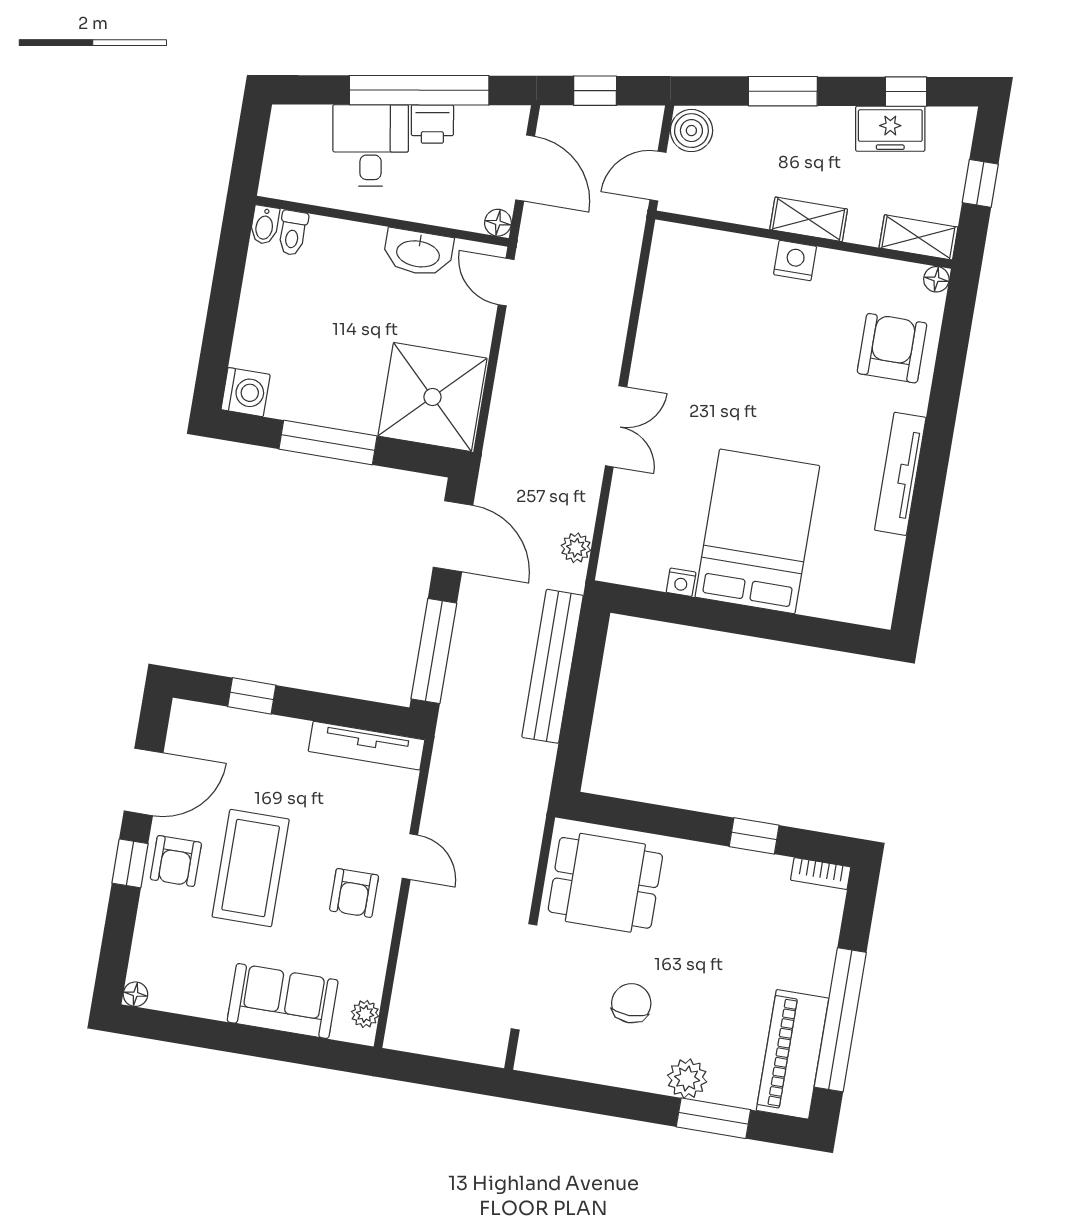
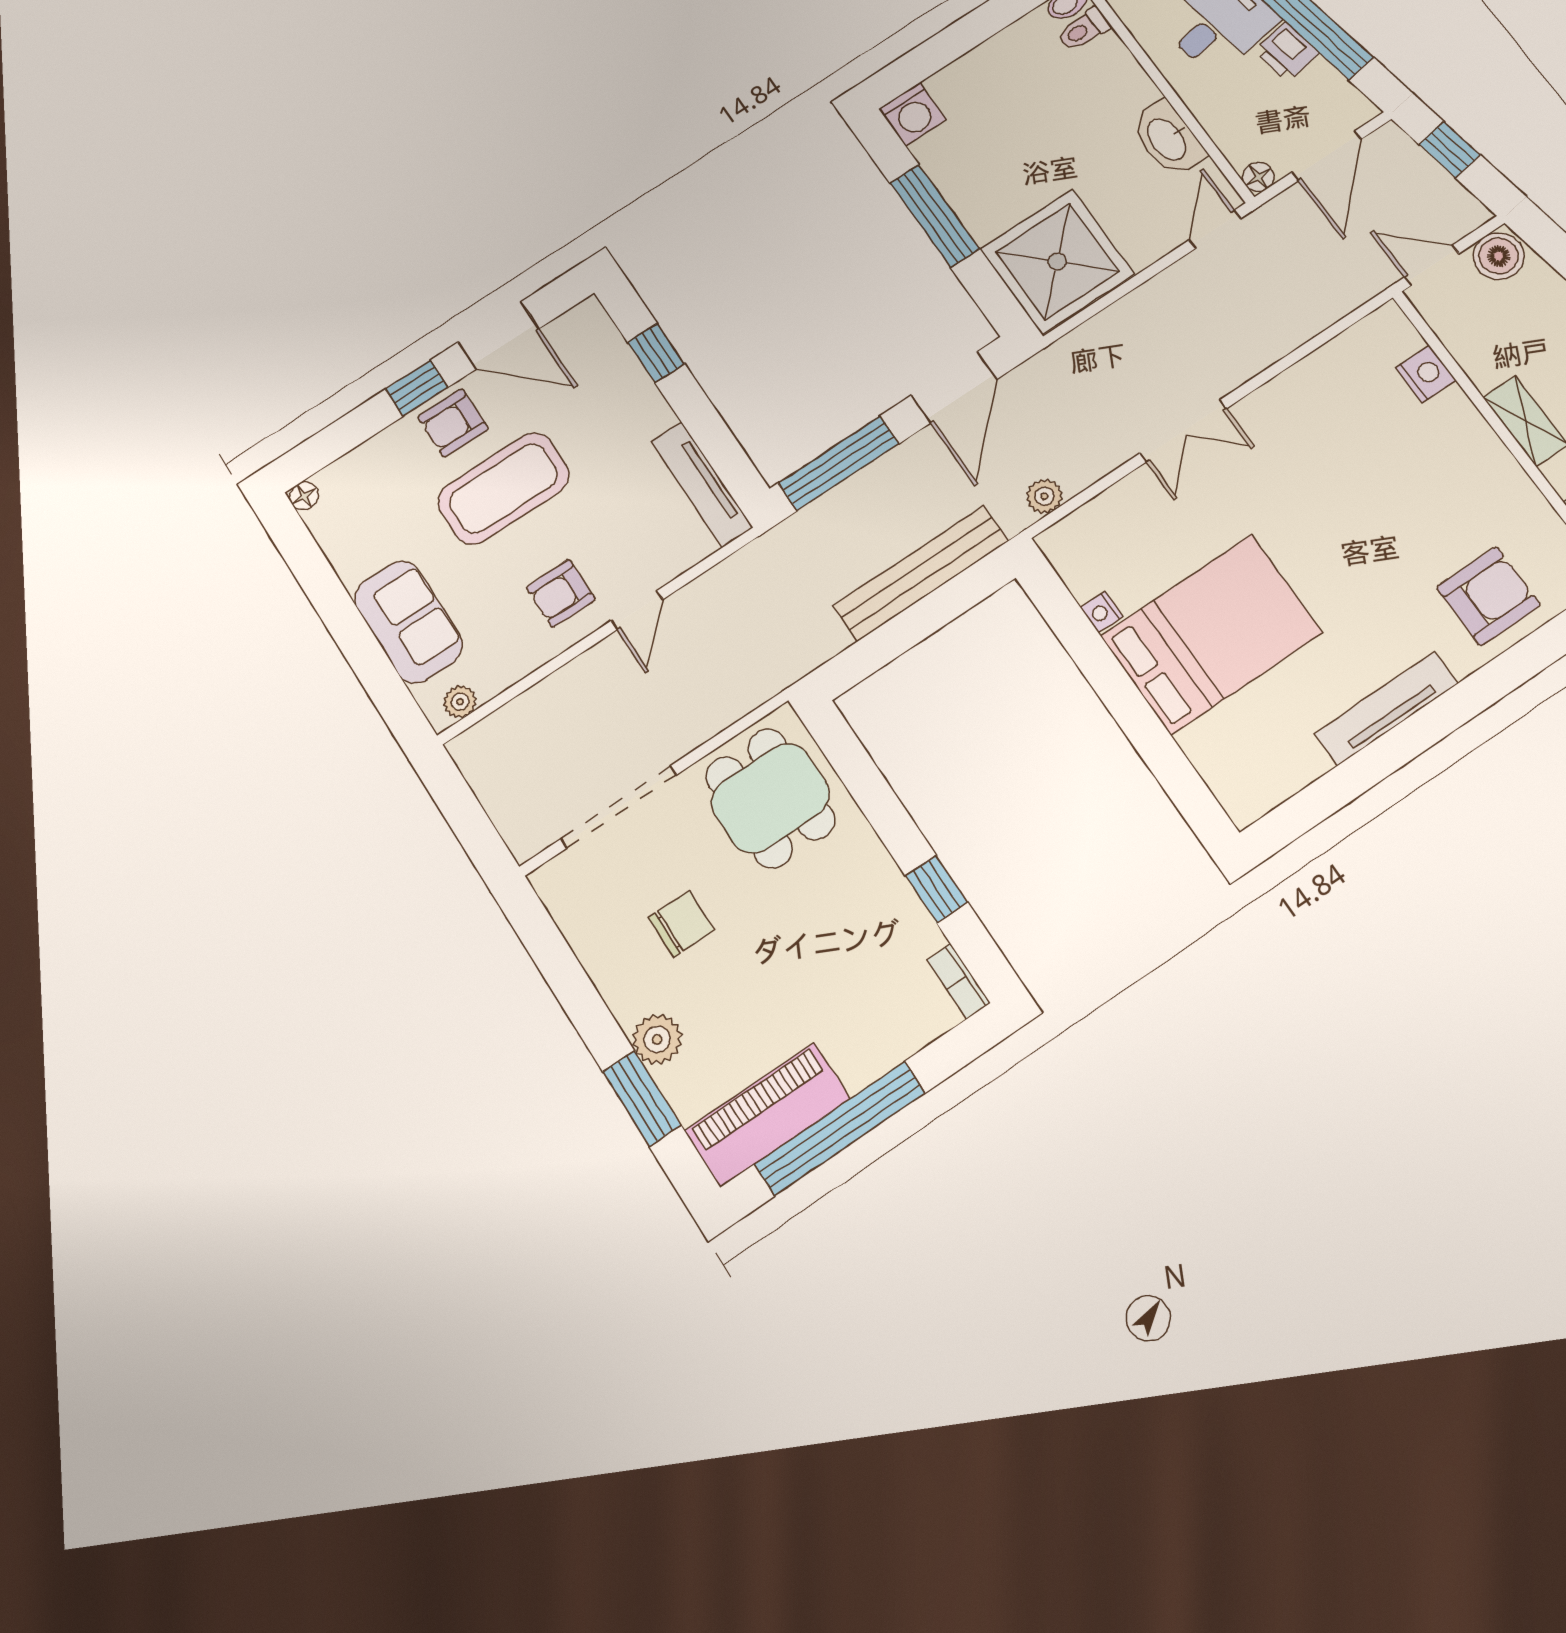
nightstand: (795, 260) -> (1426, 374), moved

